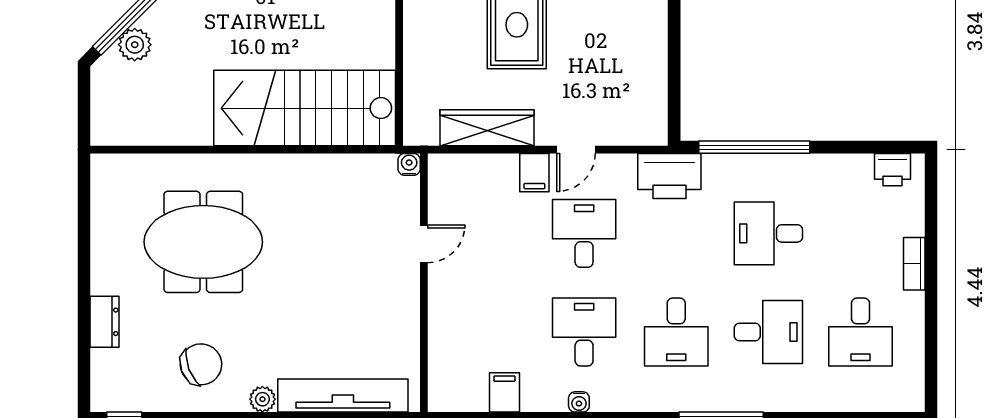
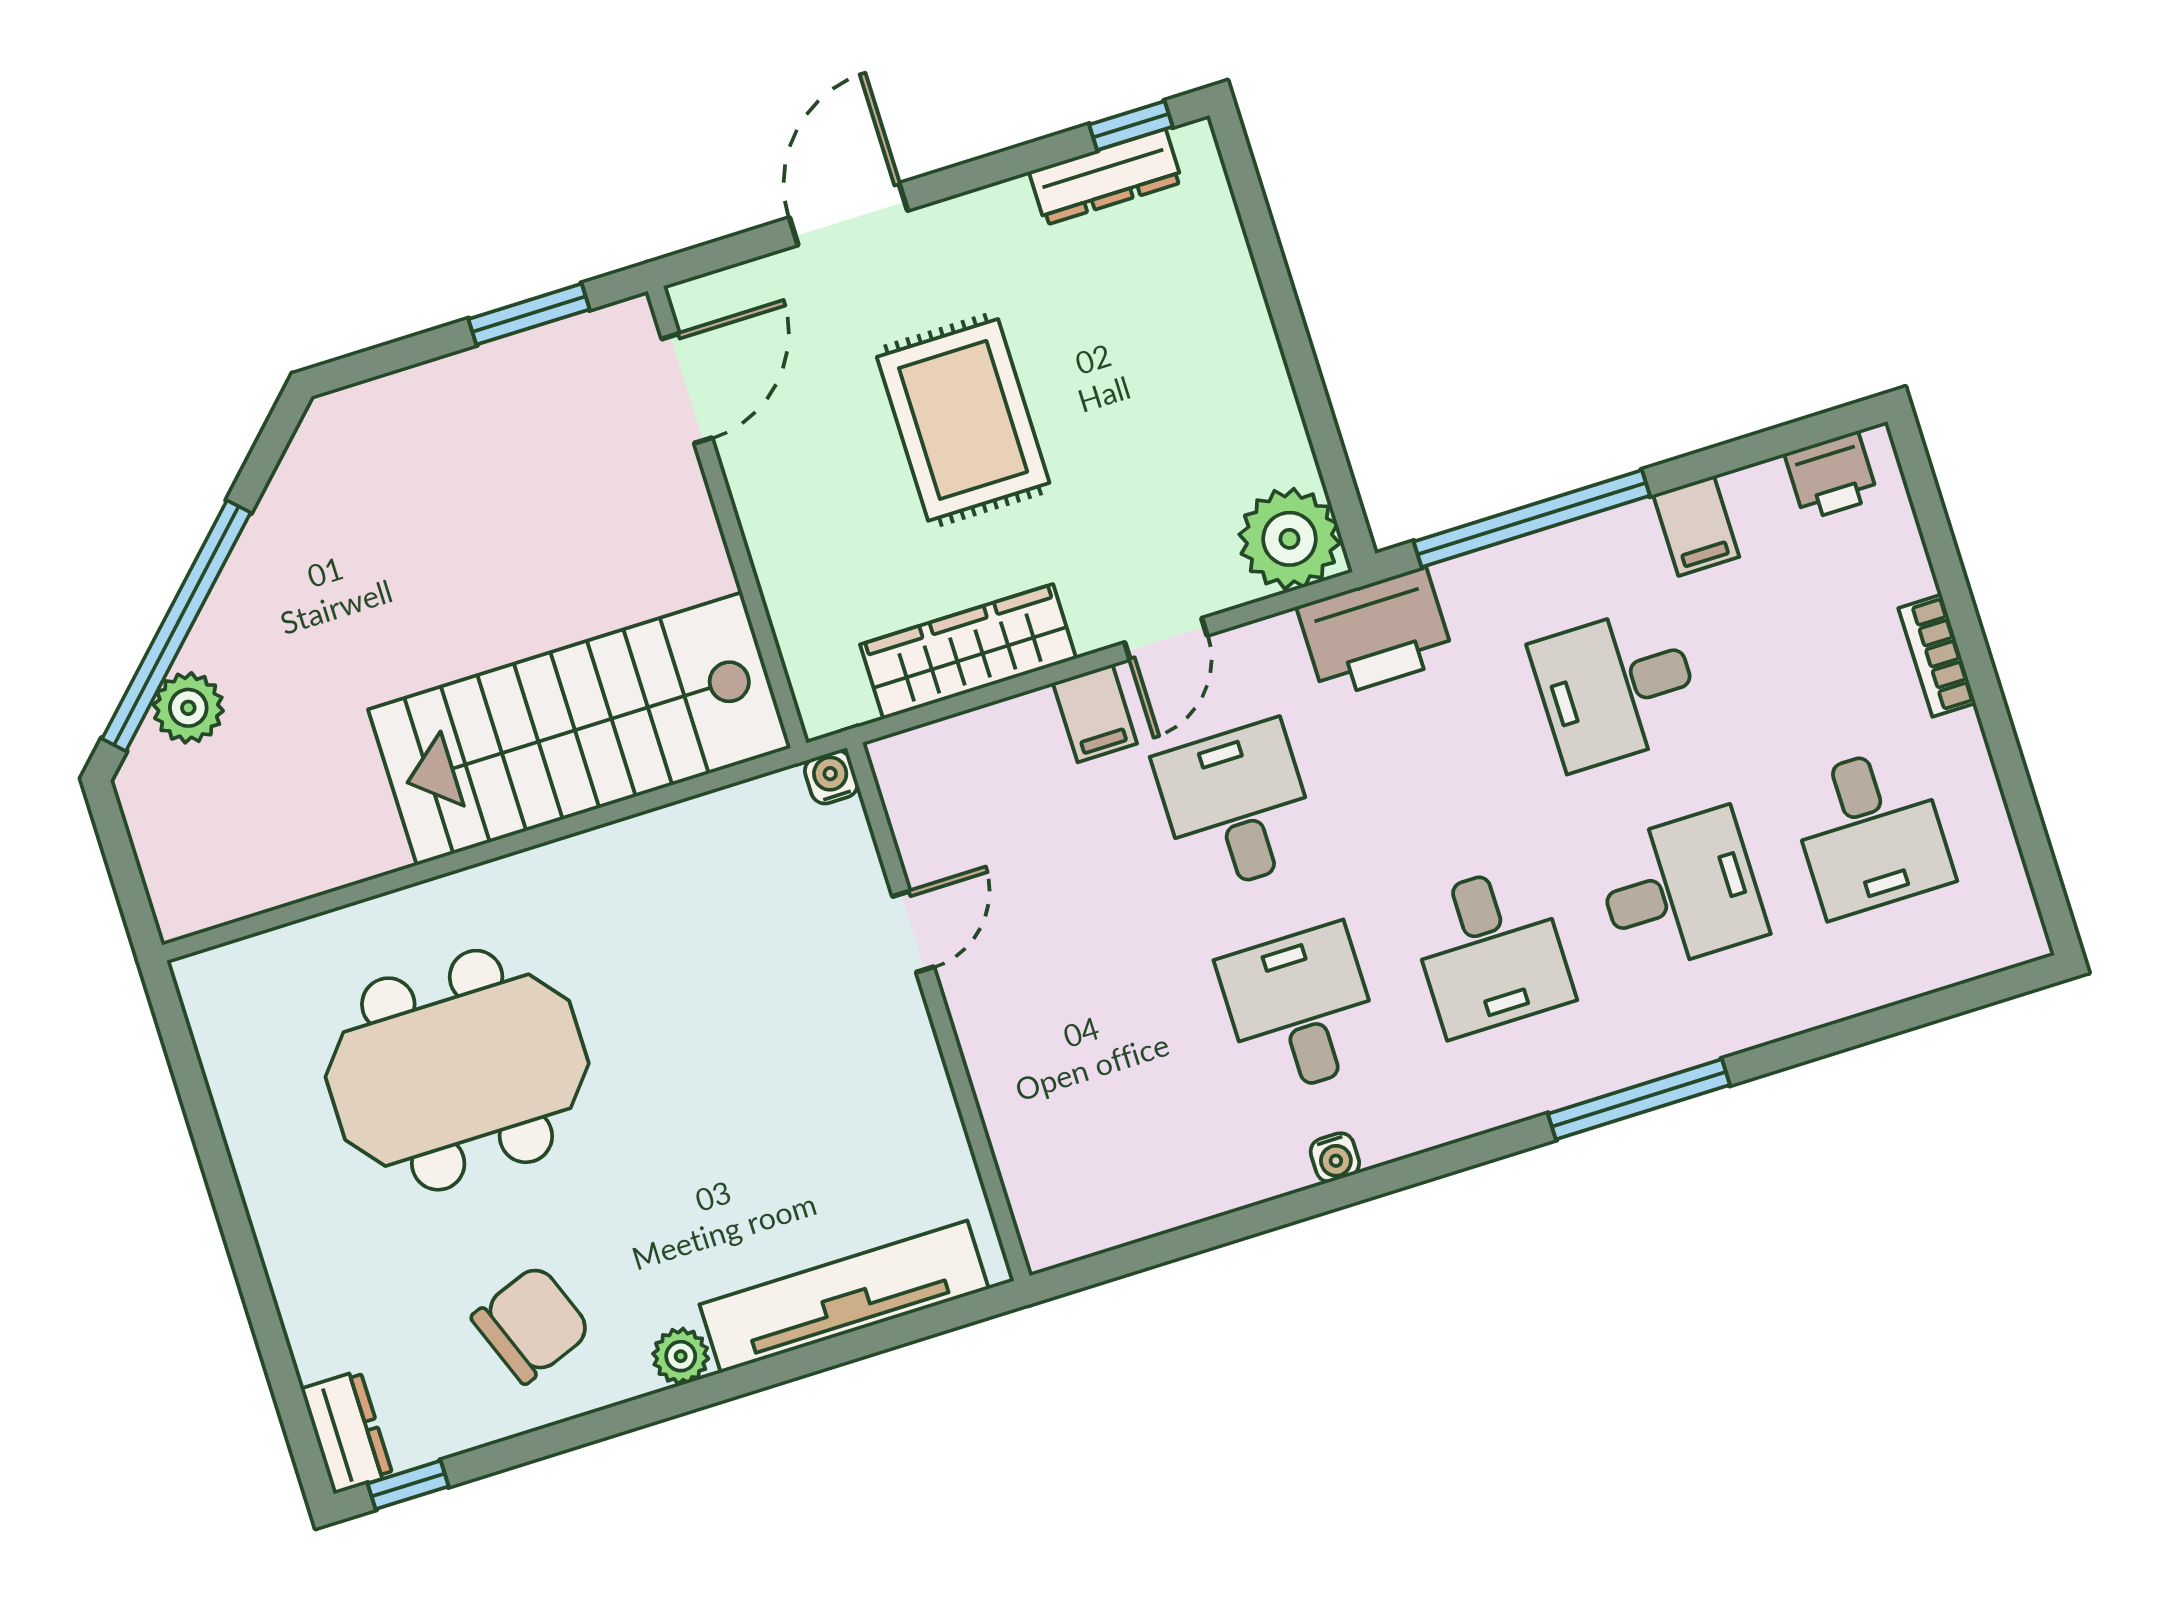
plant: (644, 122) -> (1289, 539), added
dresser: (105, 322) -> (347, 1432), moved
filing cabinet: (504, 392) -> (1696, 526), moved, turned 180

